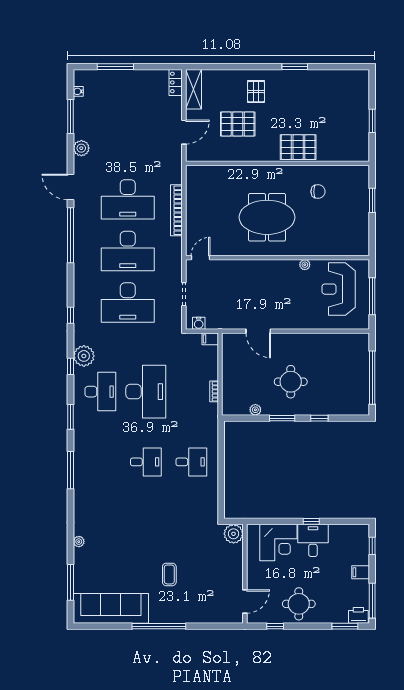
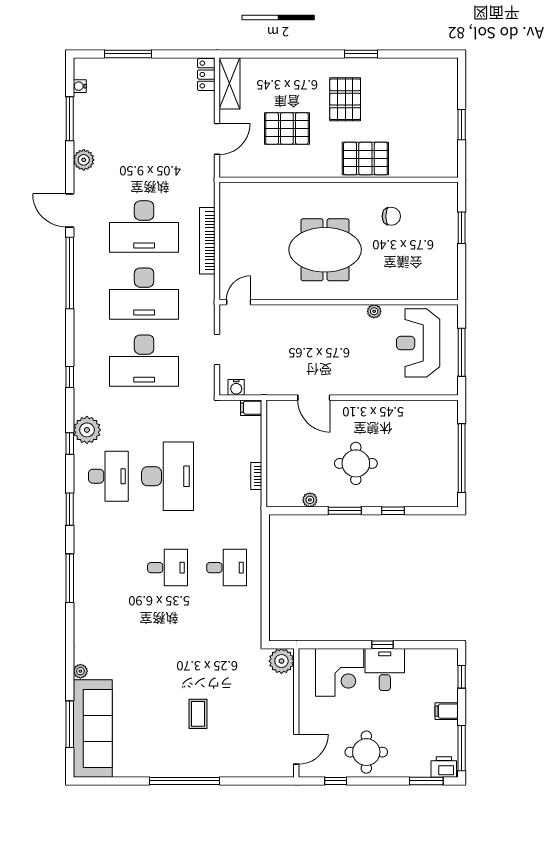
pallet: (256, 92) -> (345, 99), moved, width x1.50, depth x1.42
sofa: (111, 608) -> (93, 729), moved, turned 90

